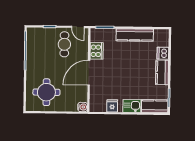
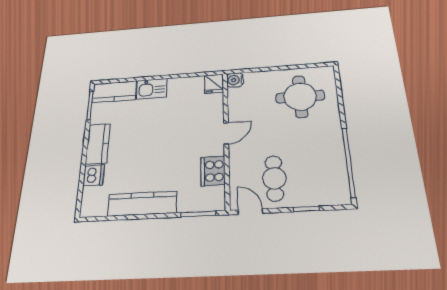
door: (89, 73) -> (226, 133), width x0.53
fridge: (112, 106) -> (214, 84), moved

